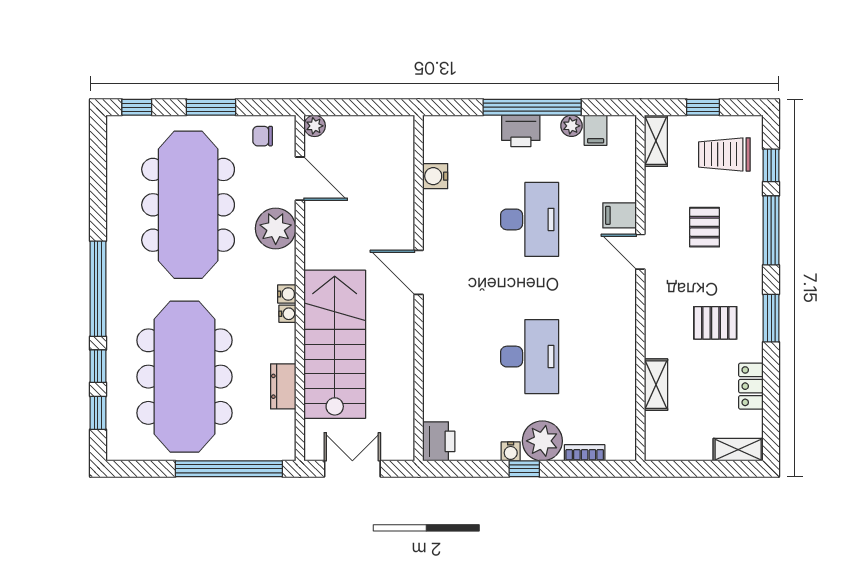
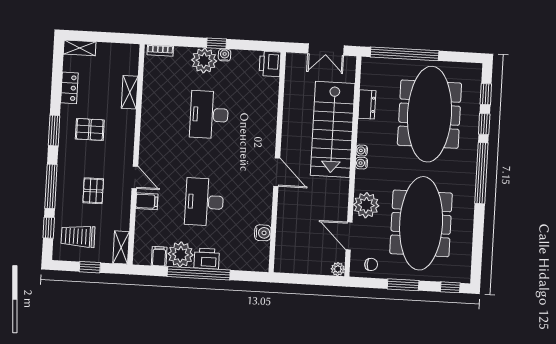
plant: (571, 126) -> (181, 254), width x1.88, depth x1.88
trolley: (724, 154) -> (78, 236), turned 180
bookcase: (585, 453) -> (160, 50), moved

